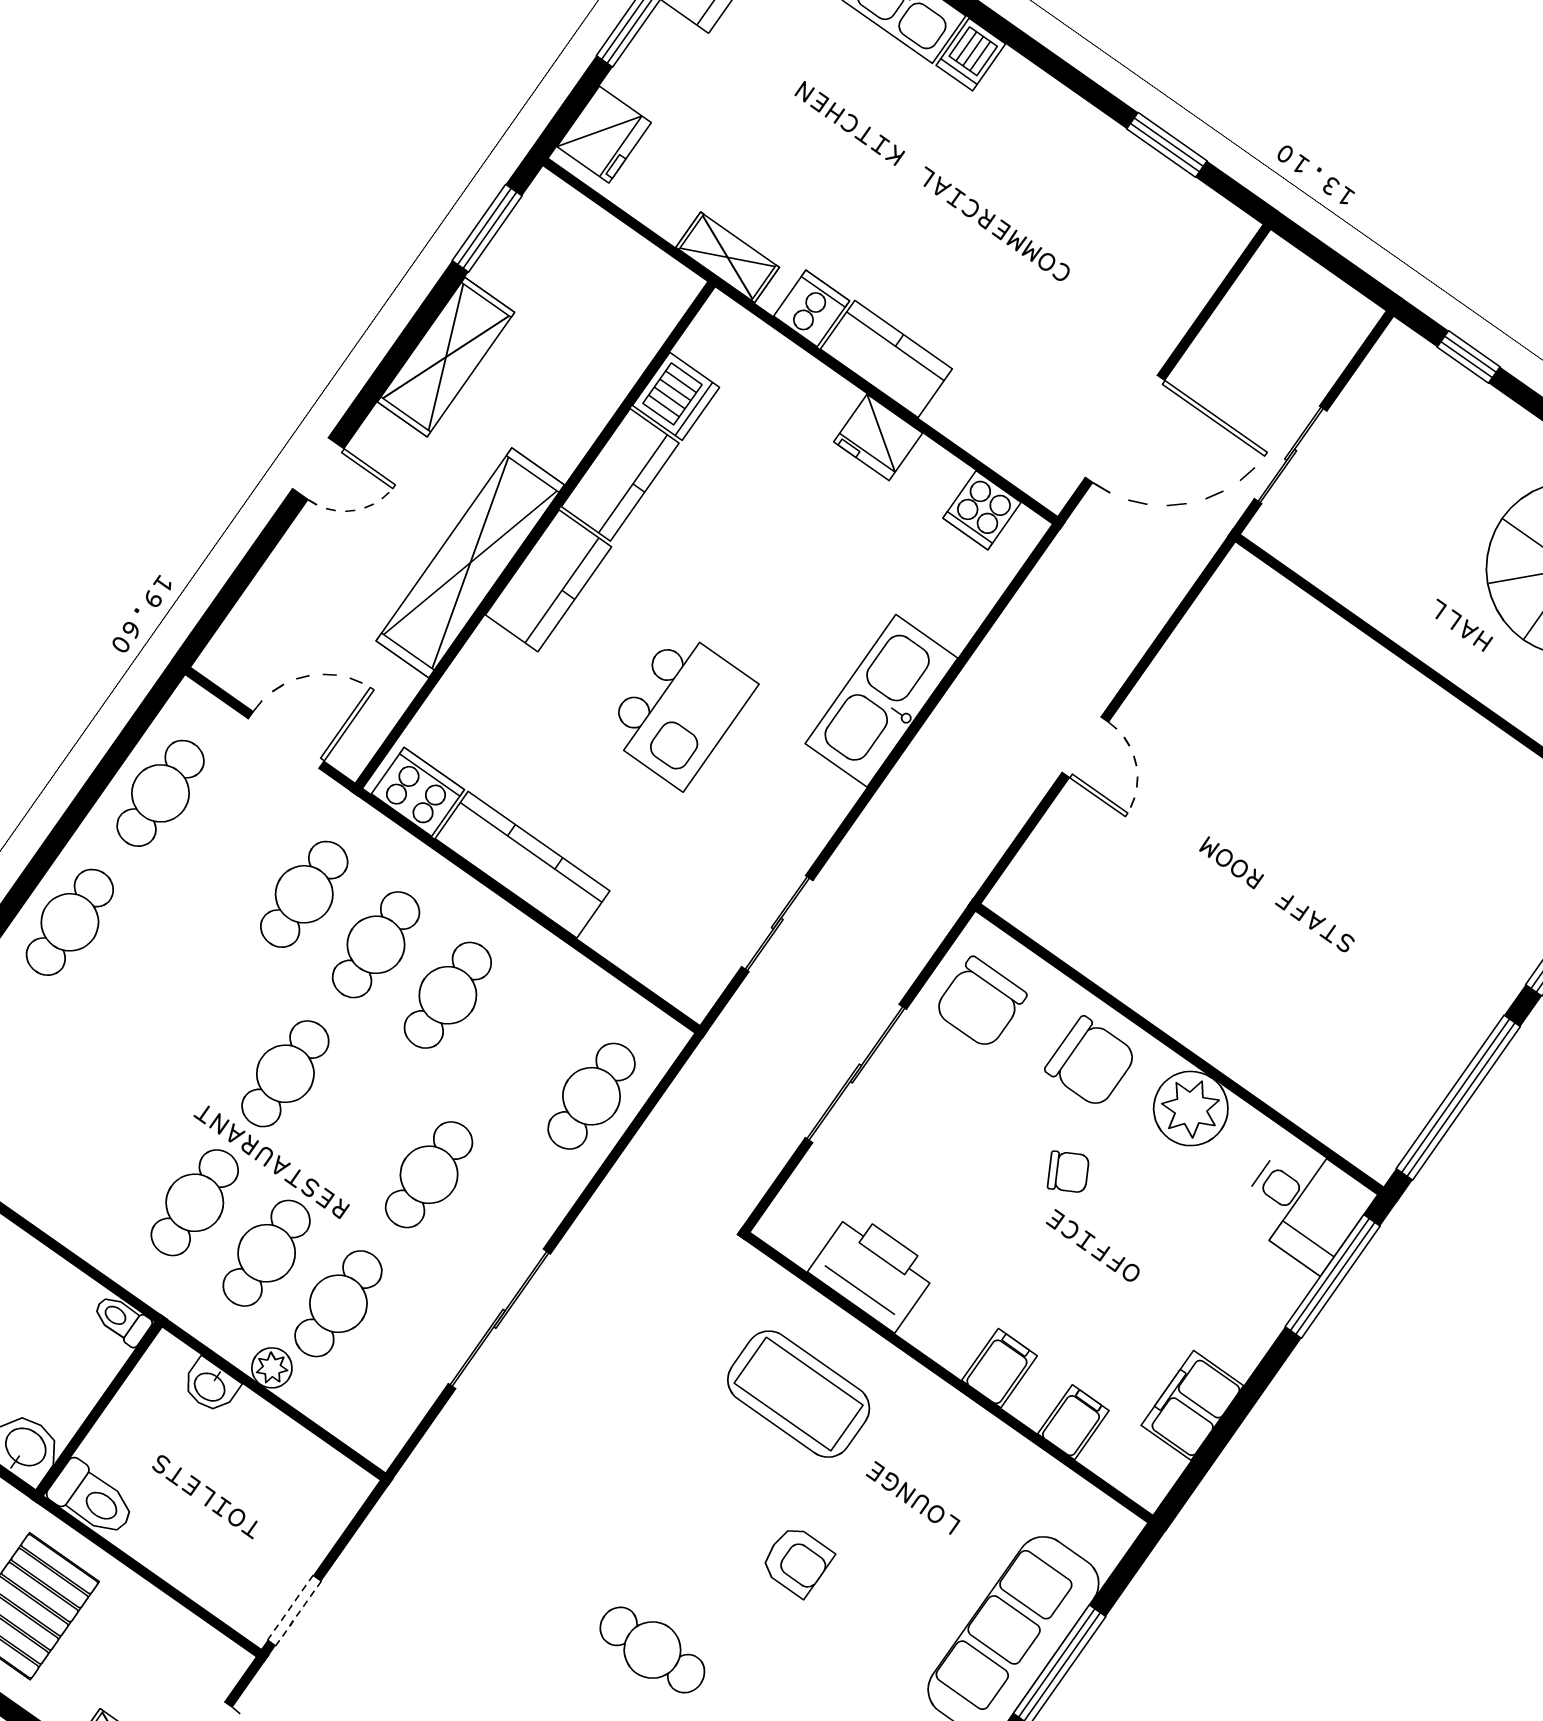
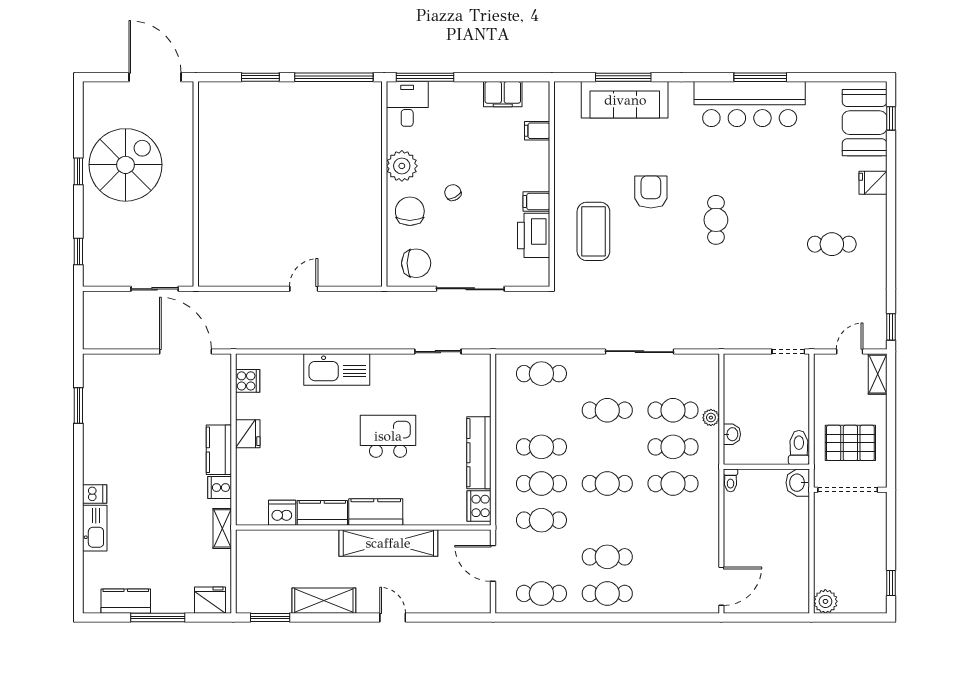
cafe table: (142, 973) -> (607, 557), added
filing cabinet: (1000, 1368) -> (536, 202), moved
armchair: (797, 1561) -> (651, 192), width x1.38, depth x1.38

